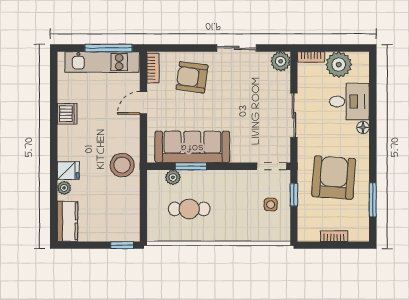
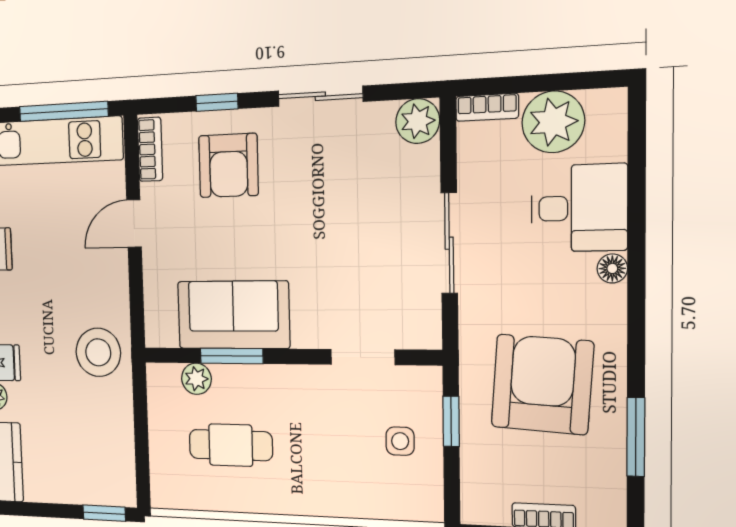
window: (187, 48) -> (217, 102), added
armchair: (192, 77) -> (228, 165), turned -98
sofa: (192, 147) -> (233, 315), width x0.73
doorway: (272, 166) -> (363, 357), moved

